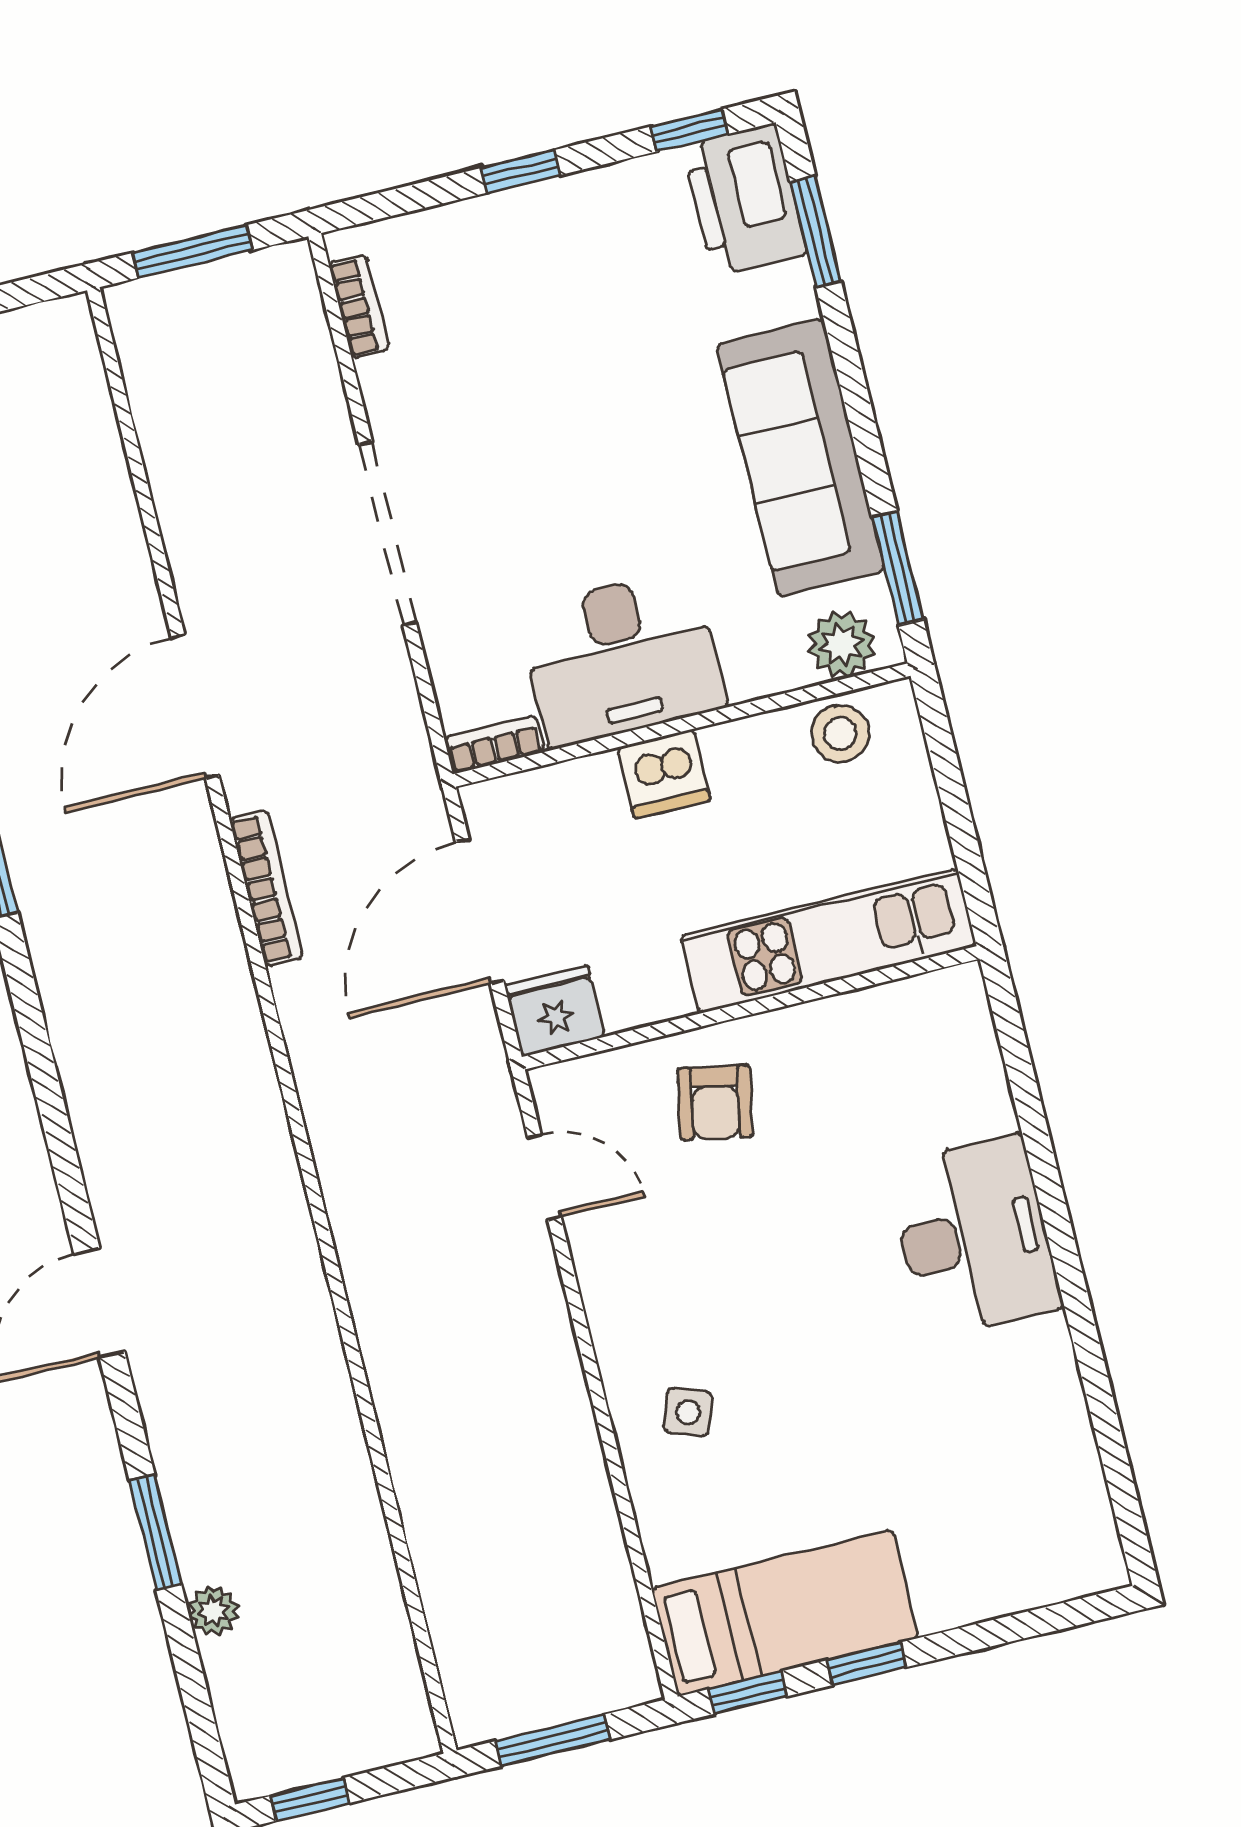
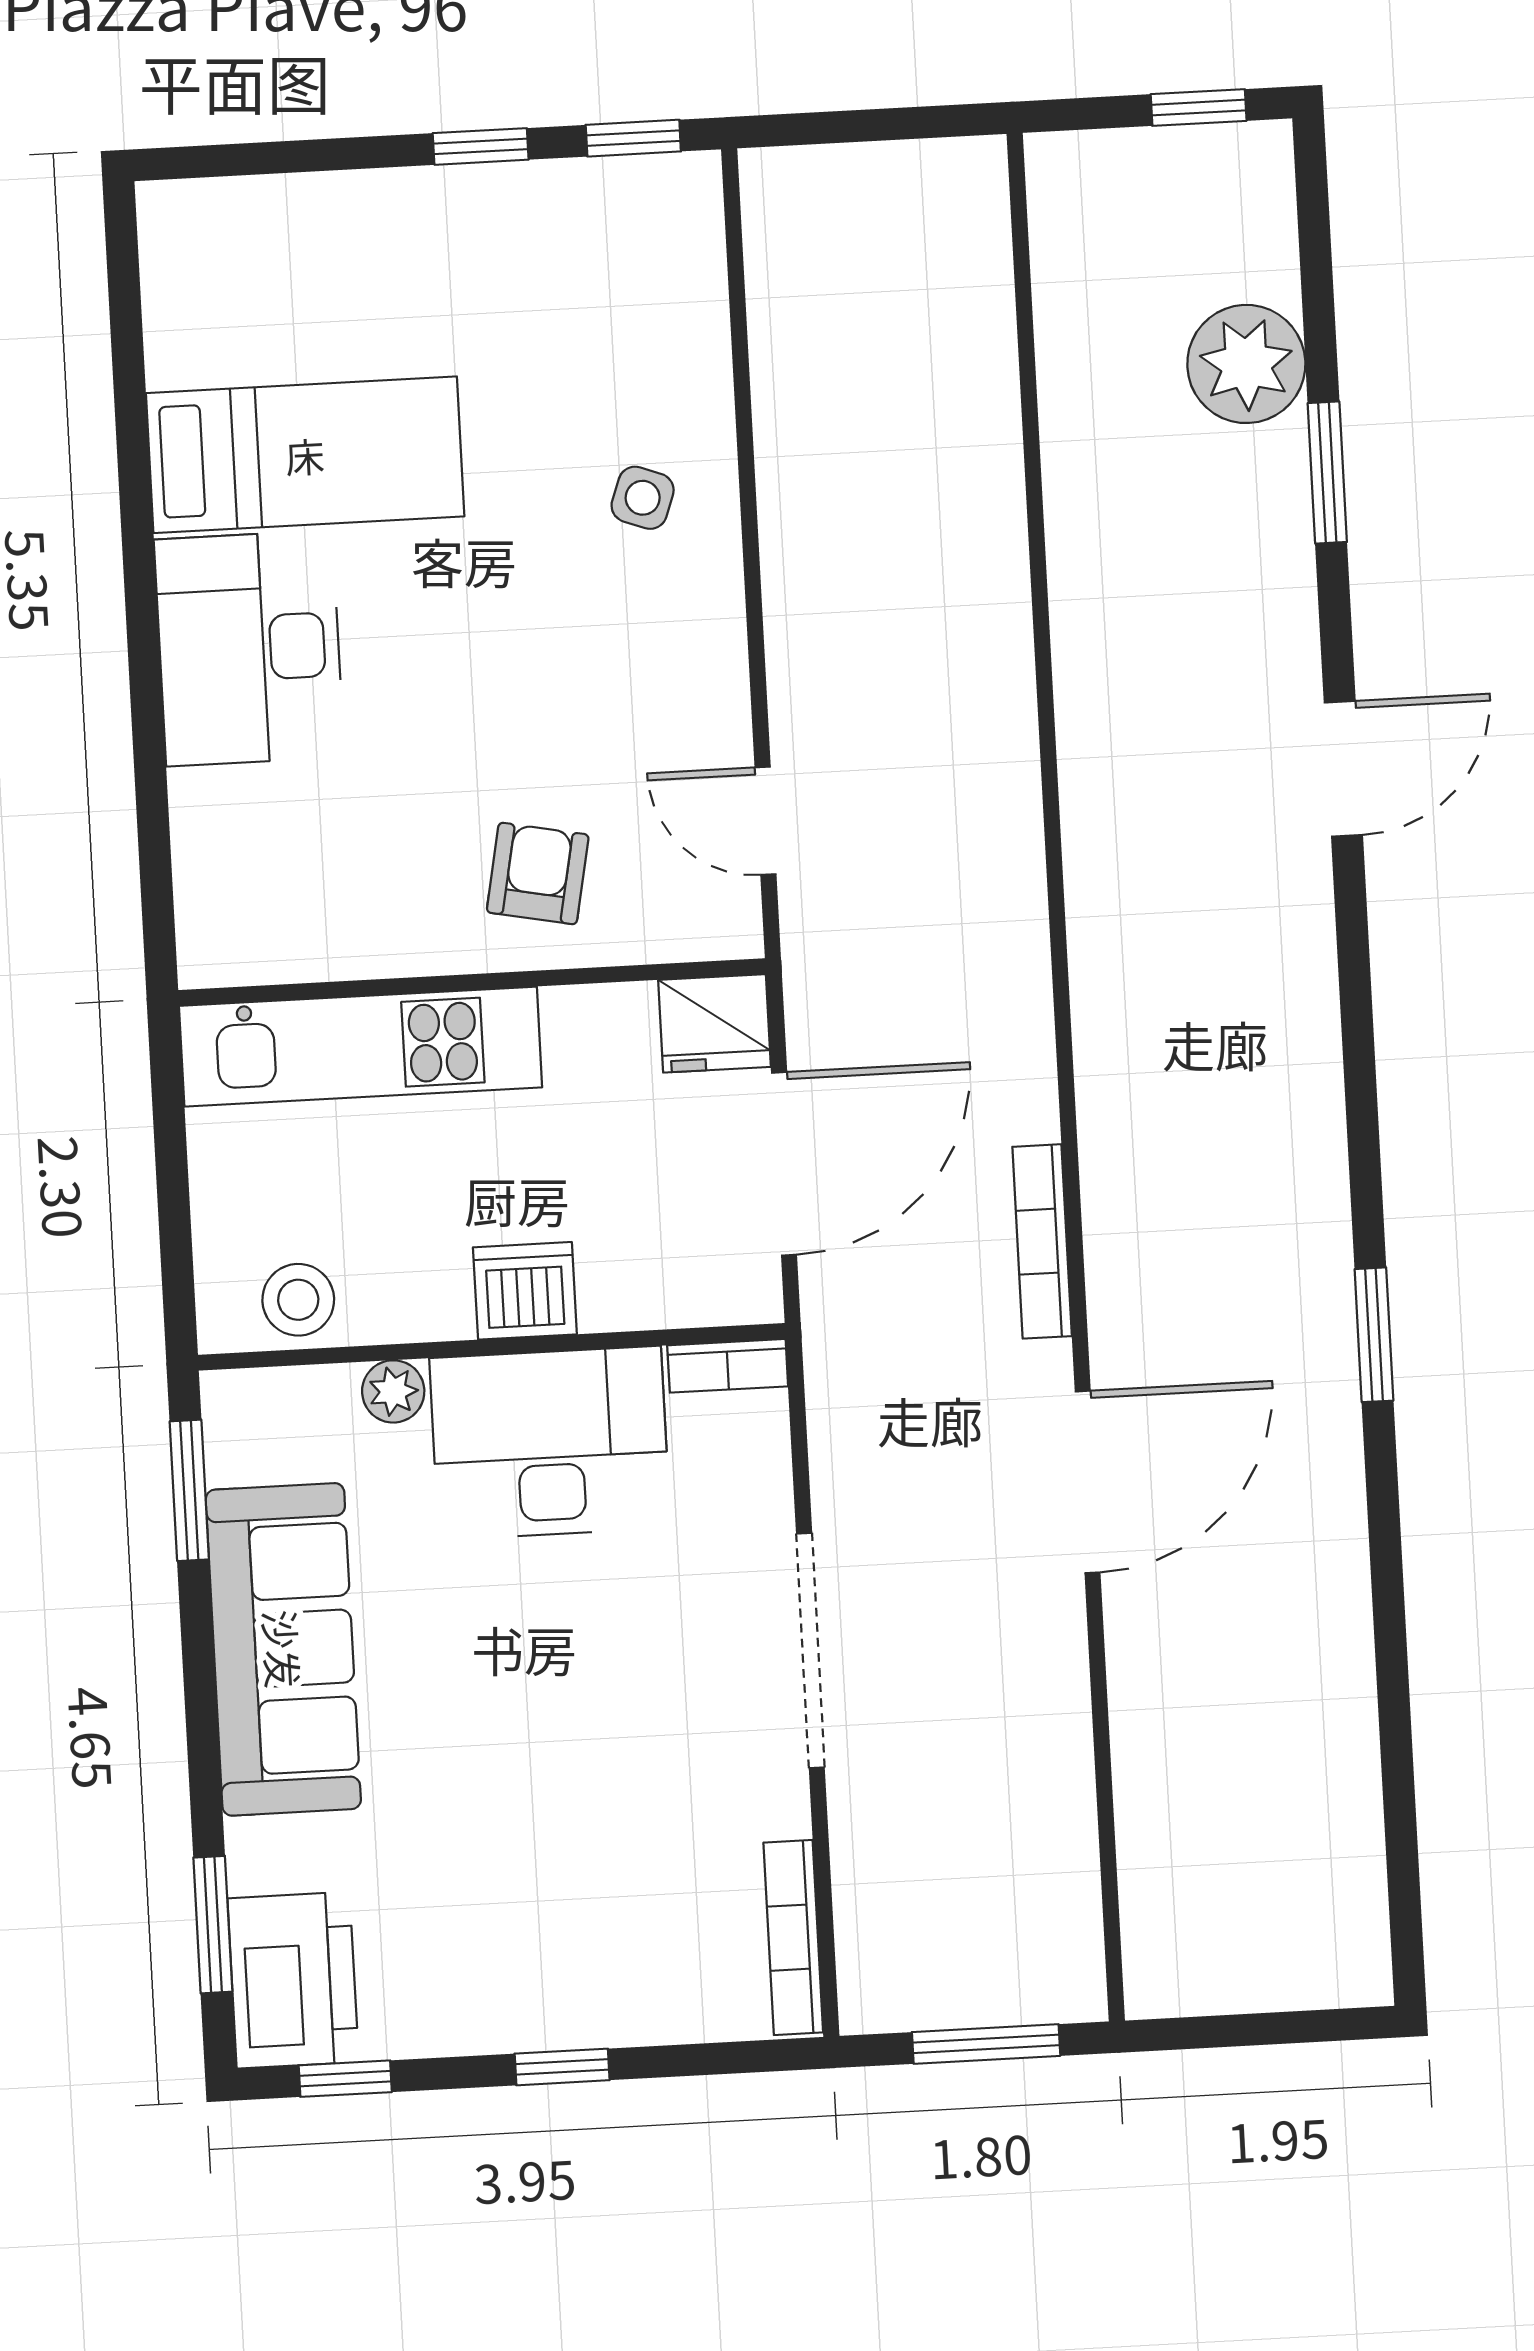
bookcase: (359, 307) -> (793, 1937), width x1.56
plant: (841, 644) -> (393, 1391), moved, width x0.73, depth x0.73
plant: (213, 1611) -> (1246, 364), width x1.87, depth x1.87
bed: (785, 1613) -> (305, 455), moved, turned 180
window: (553, 1740) -> (885, 125), removed

